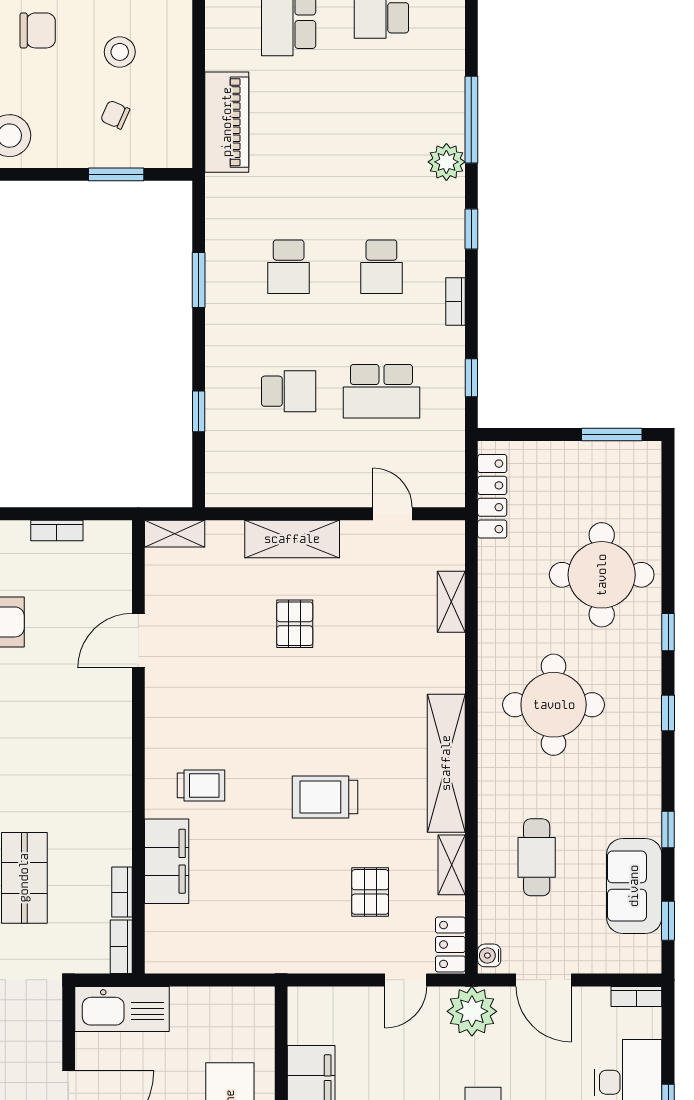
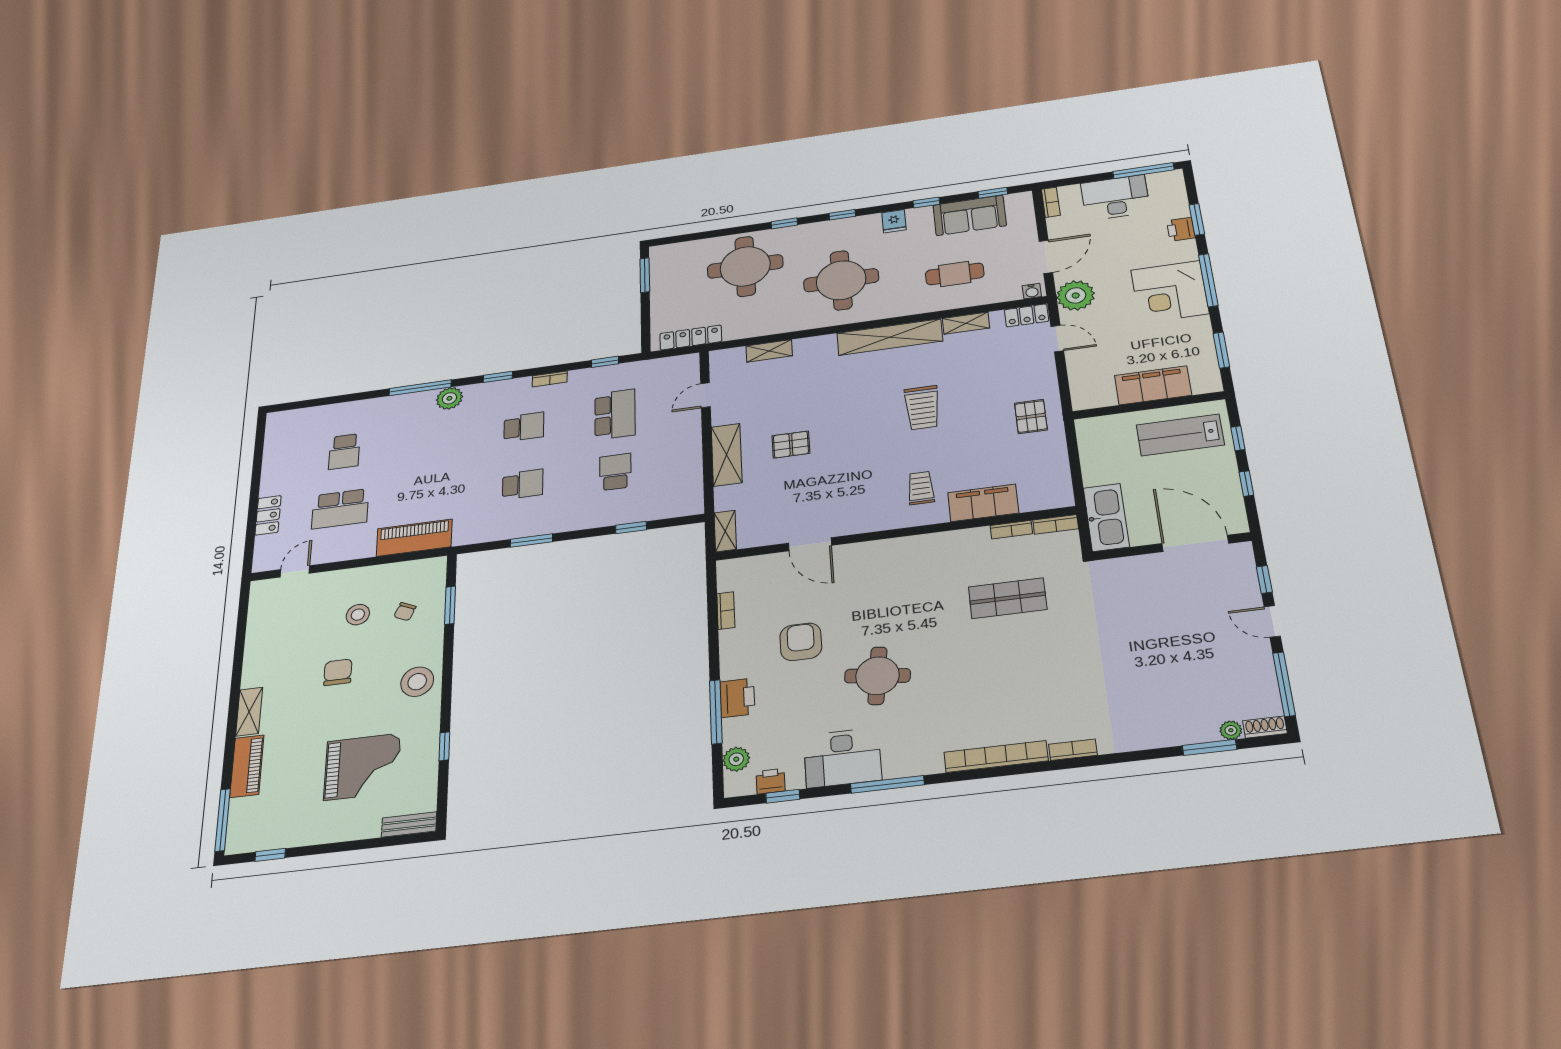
fridge: (643, 783) -> (894, 221), added
pallet: (370, 892) -> (1031, 417), moved, turned 90

